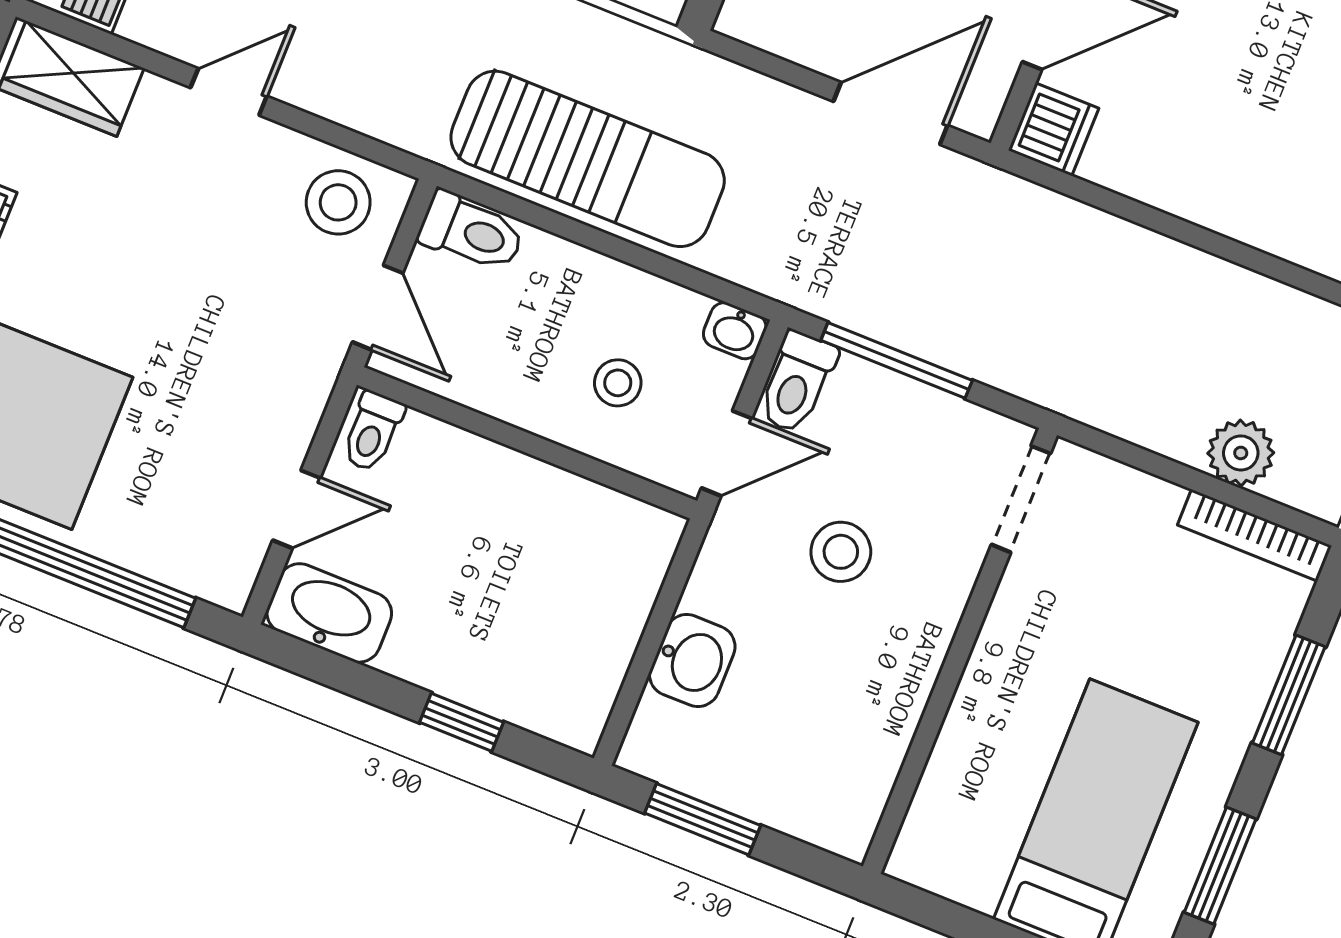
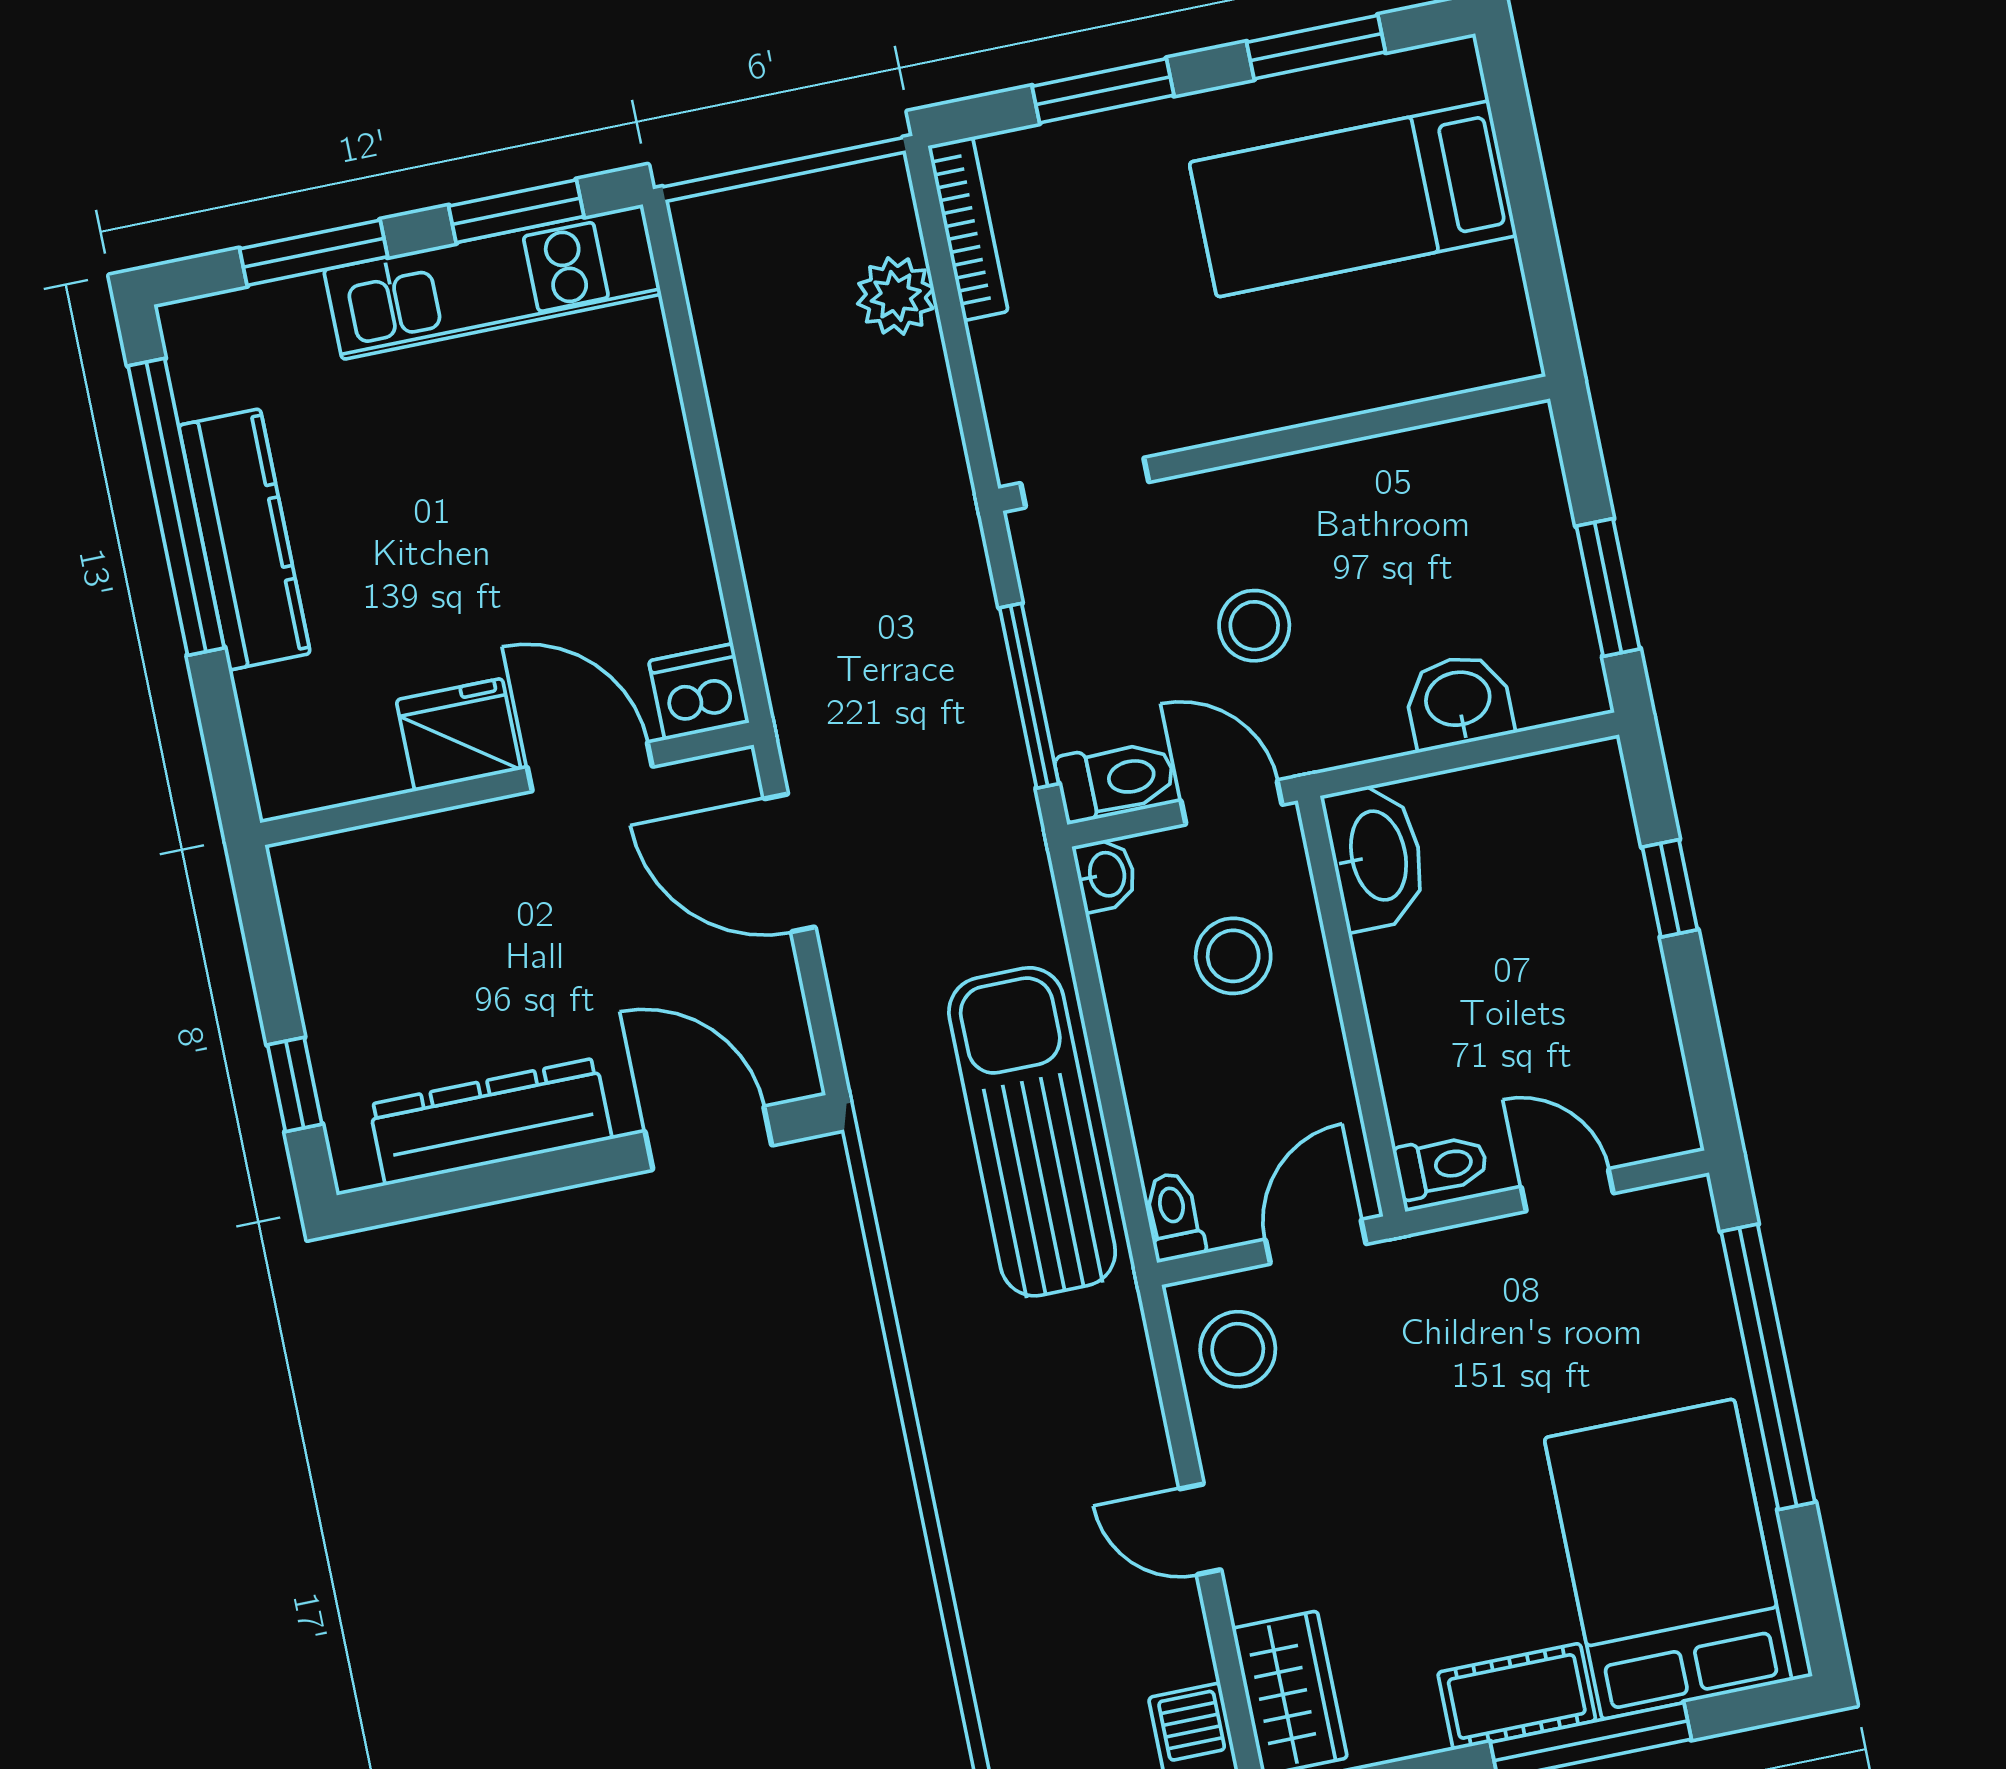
toilet: (471, 232) -> (1174, 1216), width x0.73, depth x0.72
stool: (618, 383) -> (1233, 956), width x1.37, depth x1.37
washbasin: (329, 613) -> (1376, 856), moved, turned 180

